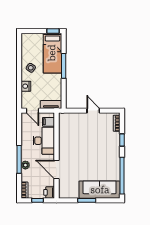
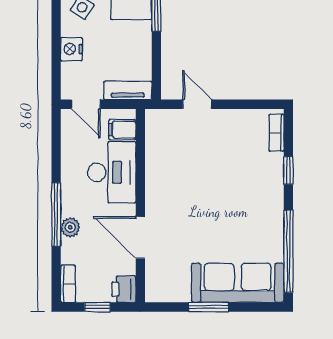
door: (93, 111) -> (197, 104), moved

